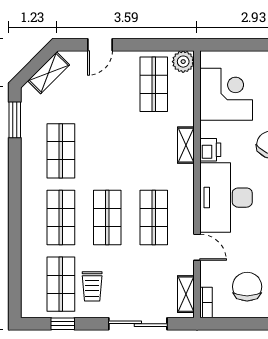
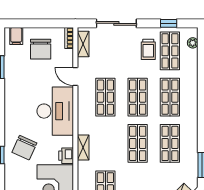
printer: (210, 150) -> (66, 156), moved
shop shelf: (107, 151) -> (138, 143), added
trolley: (92, 286) -> (148, 49), turned 180
plant: (28, 296) -> (193, 43), added

